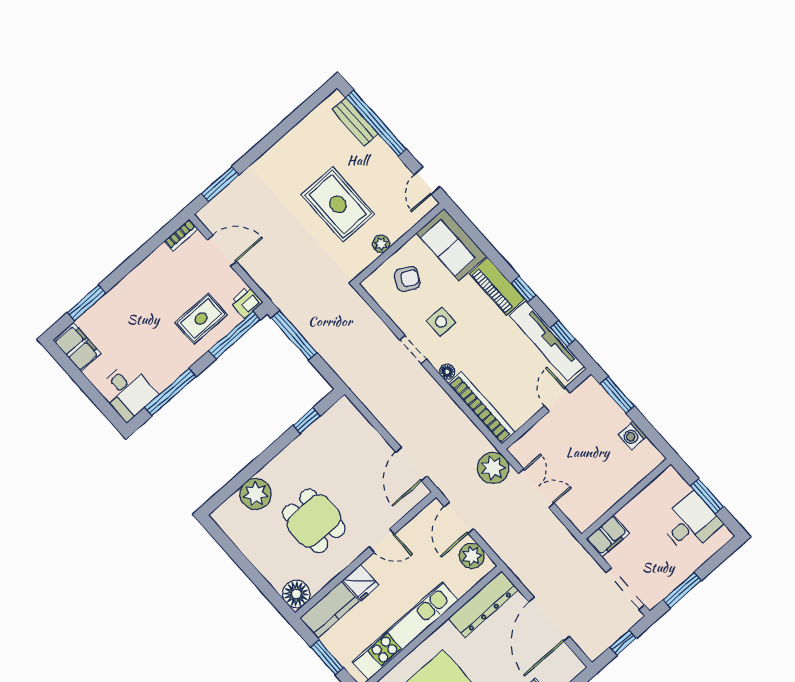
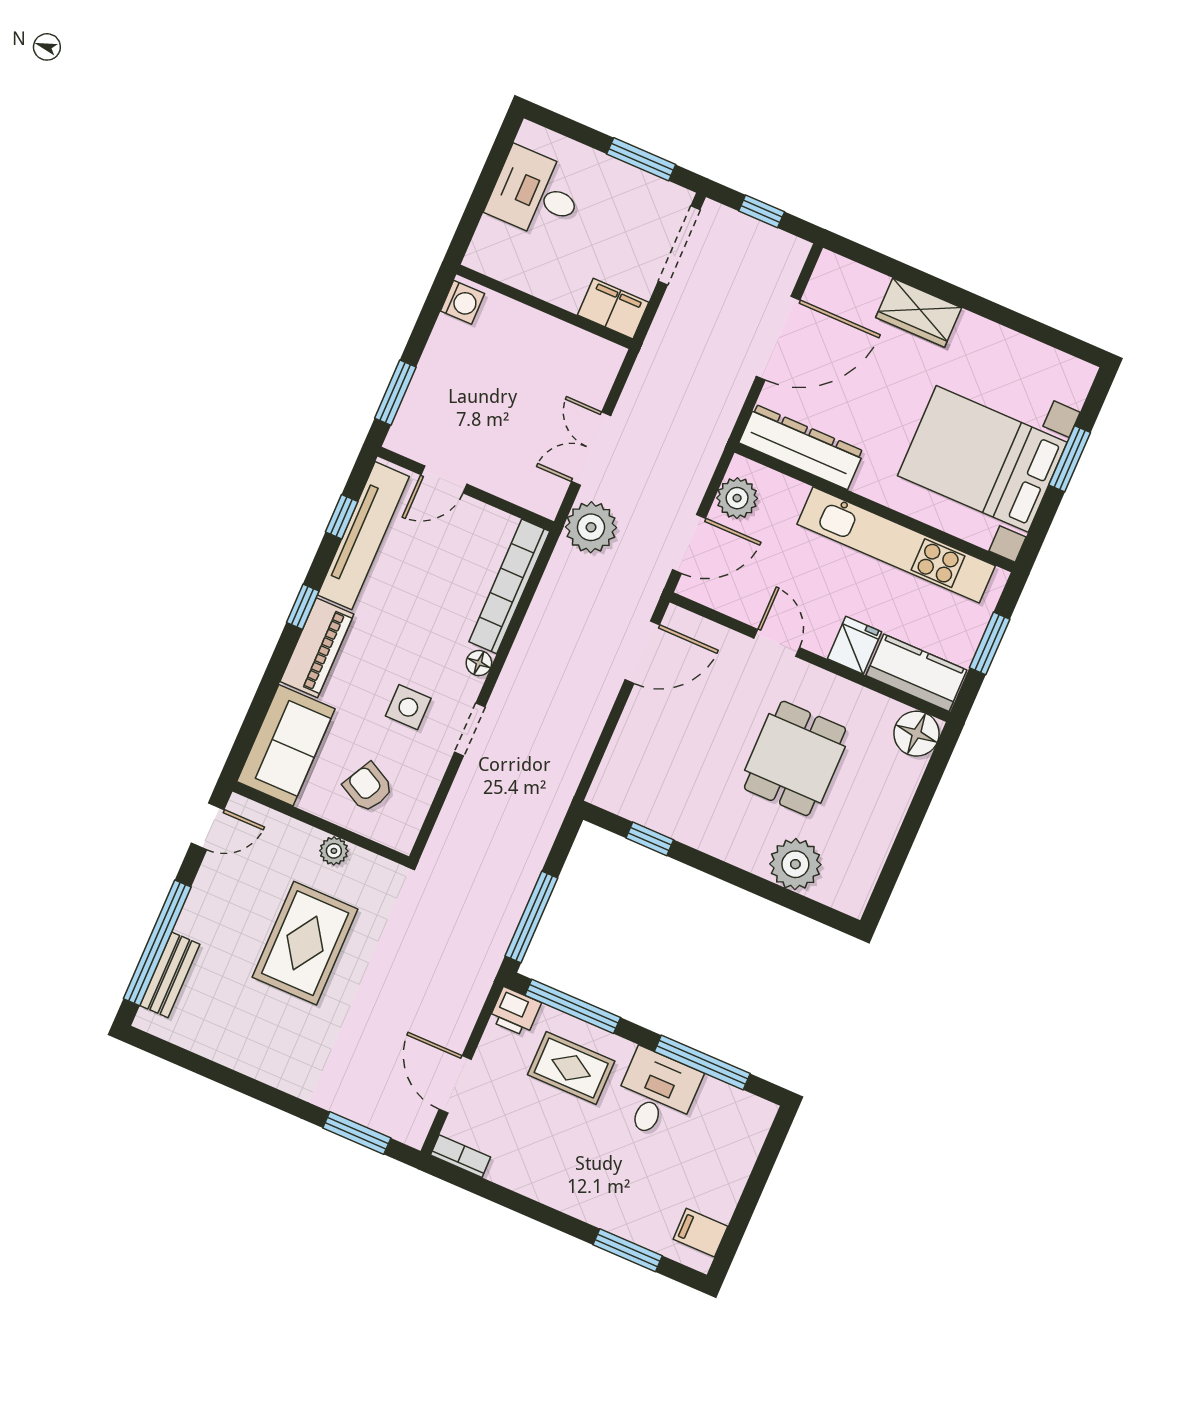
filing cabinet: (77, 347) -> (700, 1233), width x0.50
desk: (128, 392) -> (656, 1094), moved
washing machine: (632, 435) -> (462, 302), moved
window: (707, 496) -> (484, 188), removed

